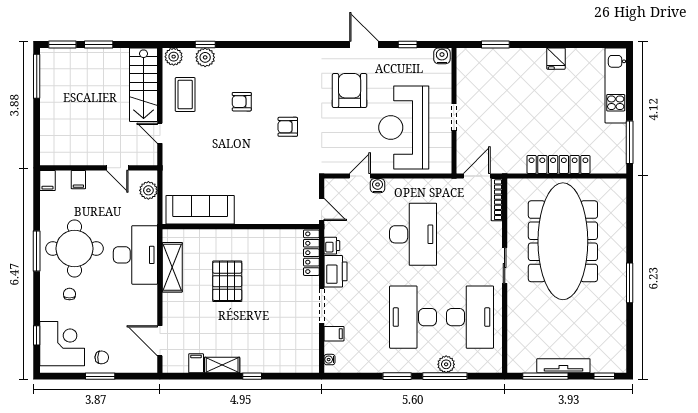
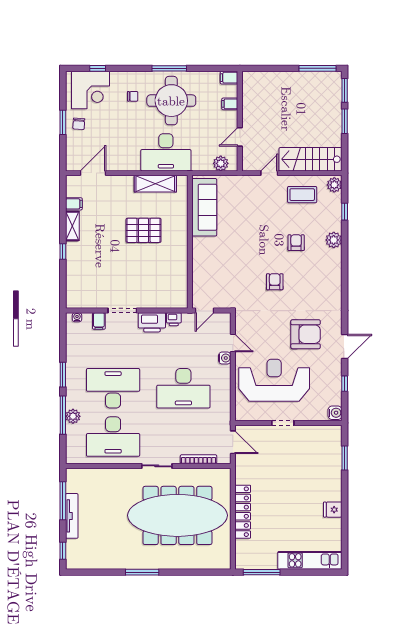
plant: (205, 57) -> (334, 240), moved
bookcase: (497, 200) -> (199, 459), moved
locker: (311, 253) -> (168, 302), removed

